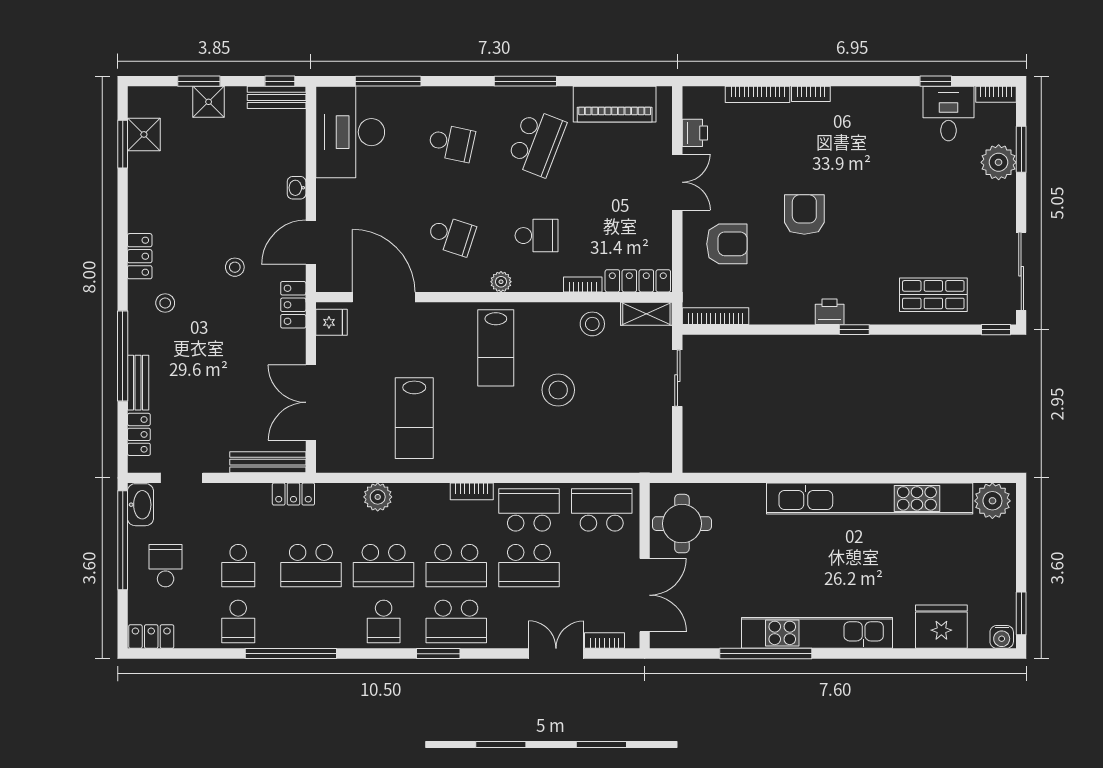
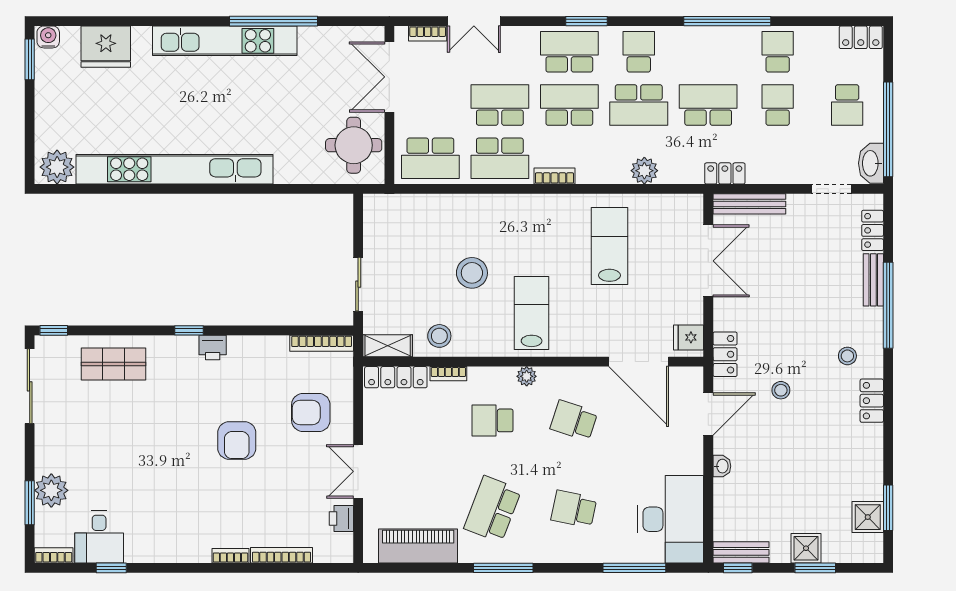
school desk: (384, 566) -> (639, 105), turned 180

